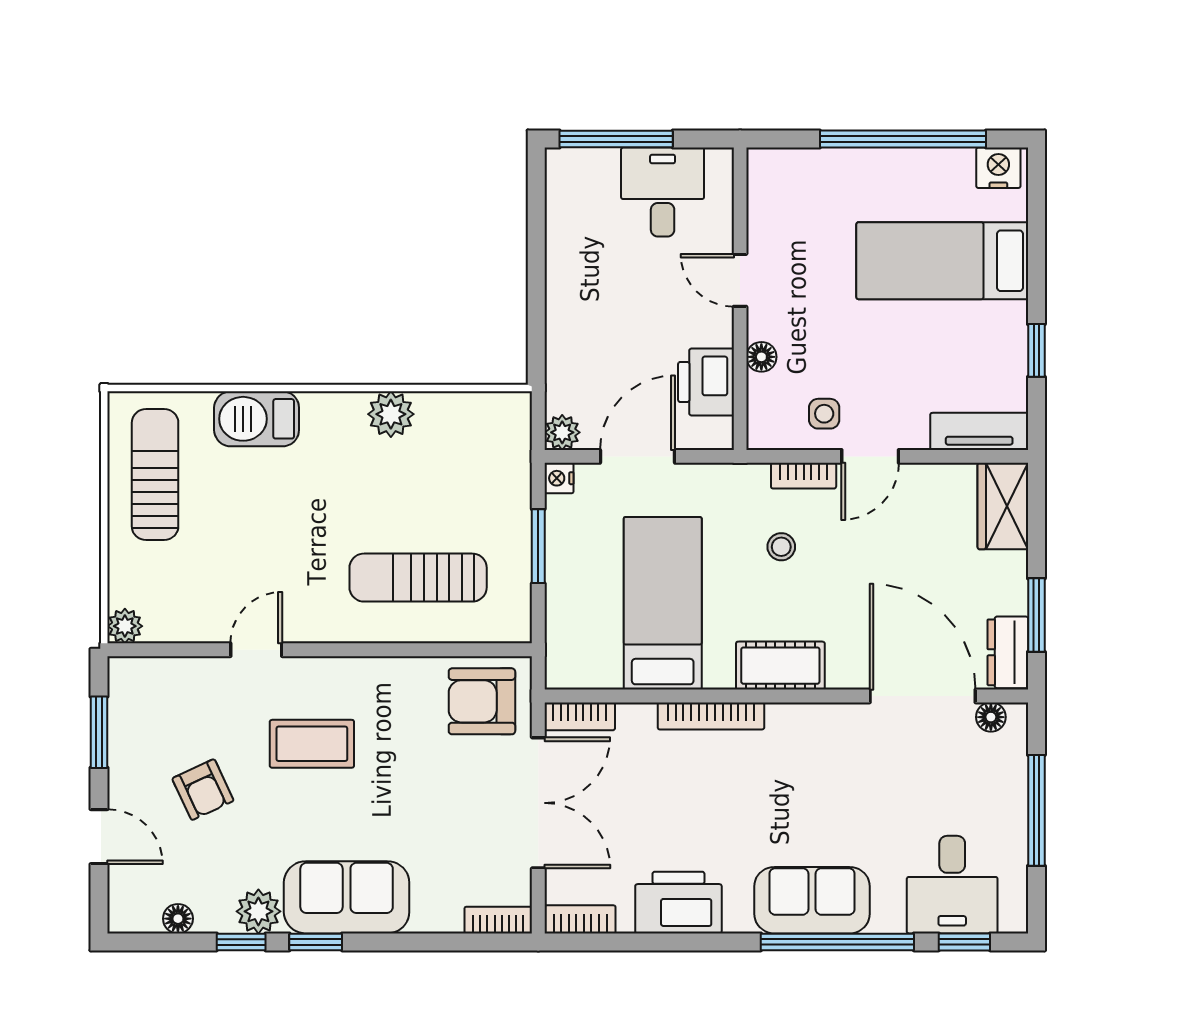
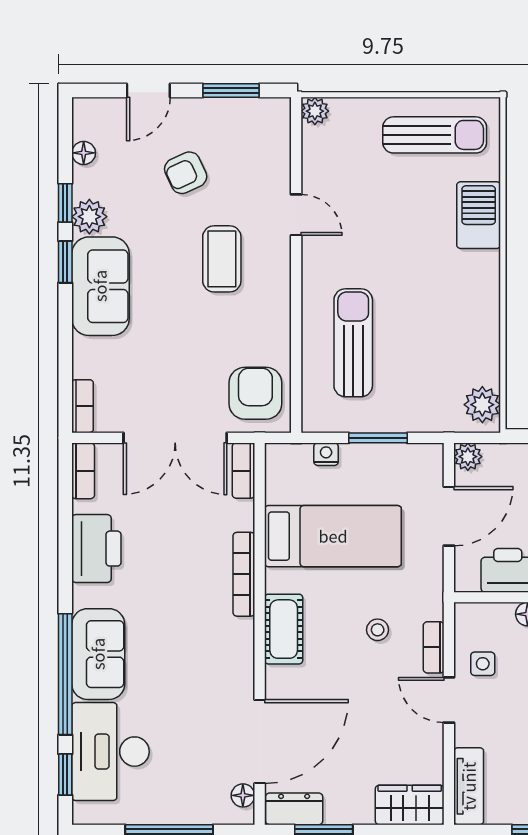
plant: (391, 414) -> (482, 405), moved
door: (637, 456) -> (449, 516), hinge flipped
nightstand: (559, 478) -> (326, 454), moved
desk: (952, 885) -> (111, 752), width x1.37

